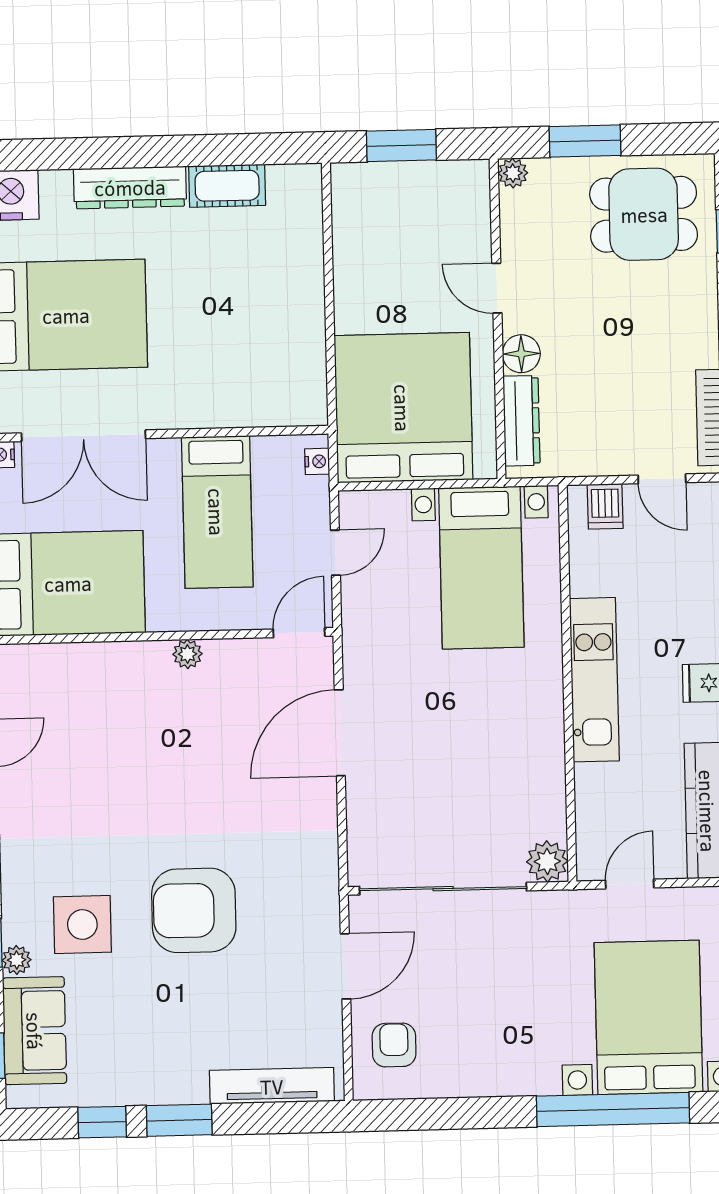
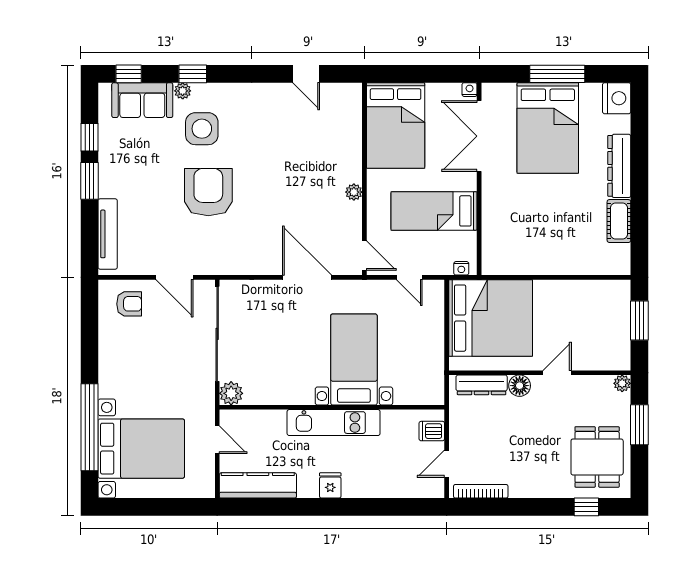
bed with nightstands: (481, 568) -> (354, 359), moved, turned 90

